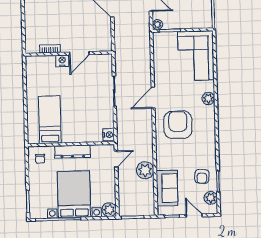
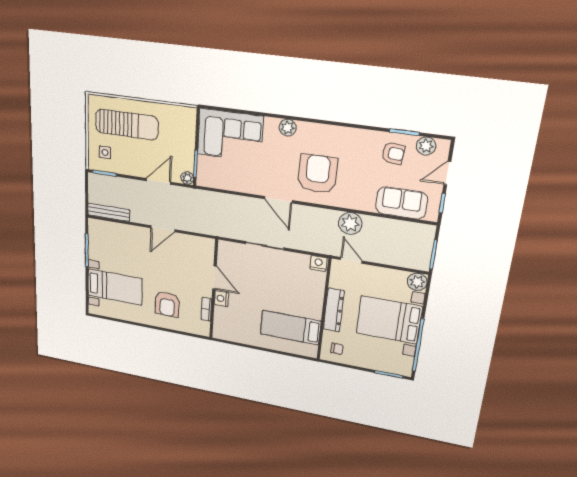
armchair: (47, 15) -> (167, 304), added
armchair: (178, 125) -> (318, 174), turned 90
plant: (145, 170) -> (350, 223), moved

